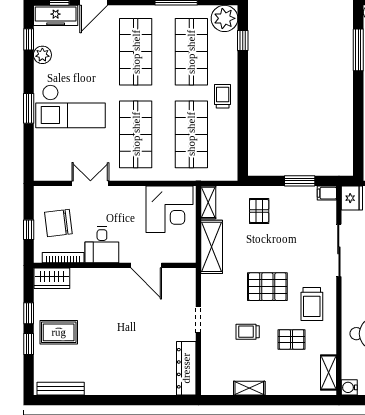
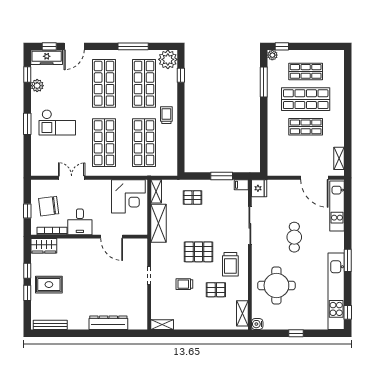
checkout: (70, 106) -> (57, 122), width x0.73, depth x0.83
pallet: (259, 211) -> (193, 198), turned 90
dresser: (186, 368) -> (108, 323), moved, turned 90
shelving: (249, 388) -> (162, 325), moved

